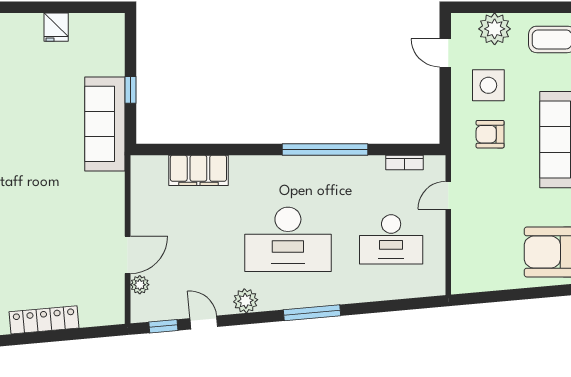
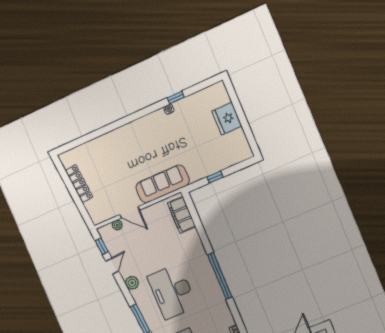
fridge: (56, 27) -> (227, 119), width x1.88, depth x1.34
sofa: (105, 124) -> (163, 184), moved
window: (325, 149) -> (220, 276), moved
filing cabinet: (198, 170) -> (182, 215), moved

